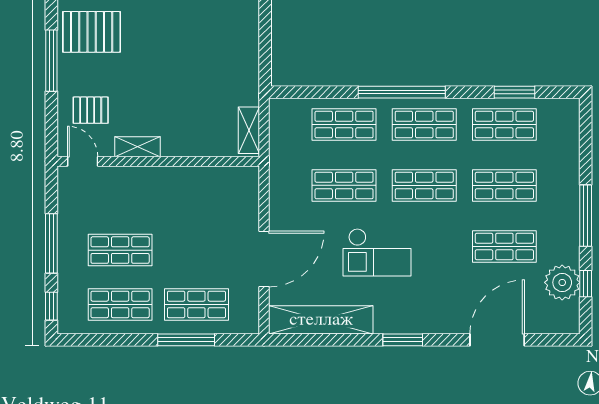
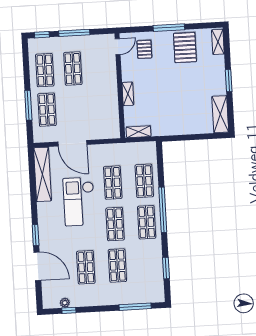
shop shelf: (504, 125) -> (149, 264), removed
shelving: (137, 147) -> (128, 94), moved
window: (586, 216) -> (135, 307), moved
checkout: (377, 252) -> (79, 202), width x1.36, depth x1.21
plant: (562, 282) -> (65, 303), width x0.53, depth x0.53
window: (403, 340) -> (36, 235), moved

